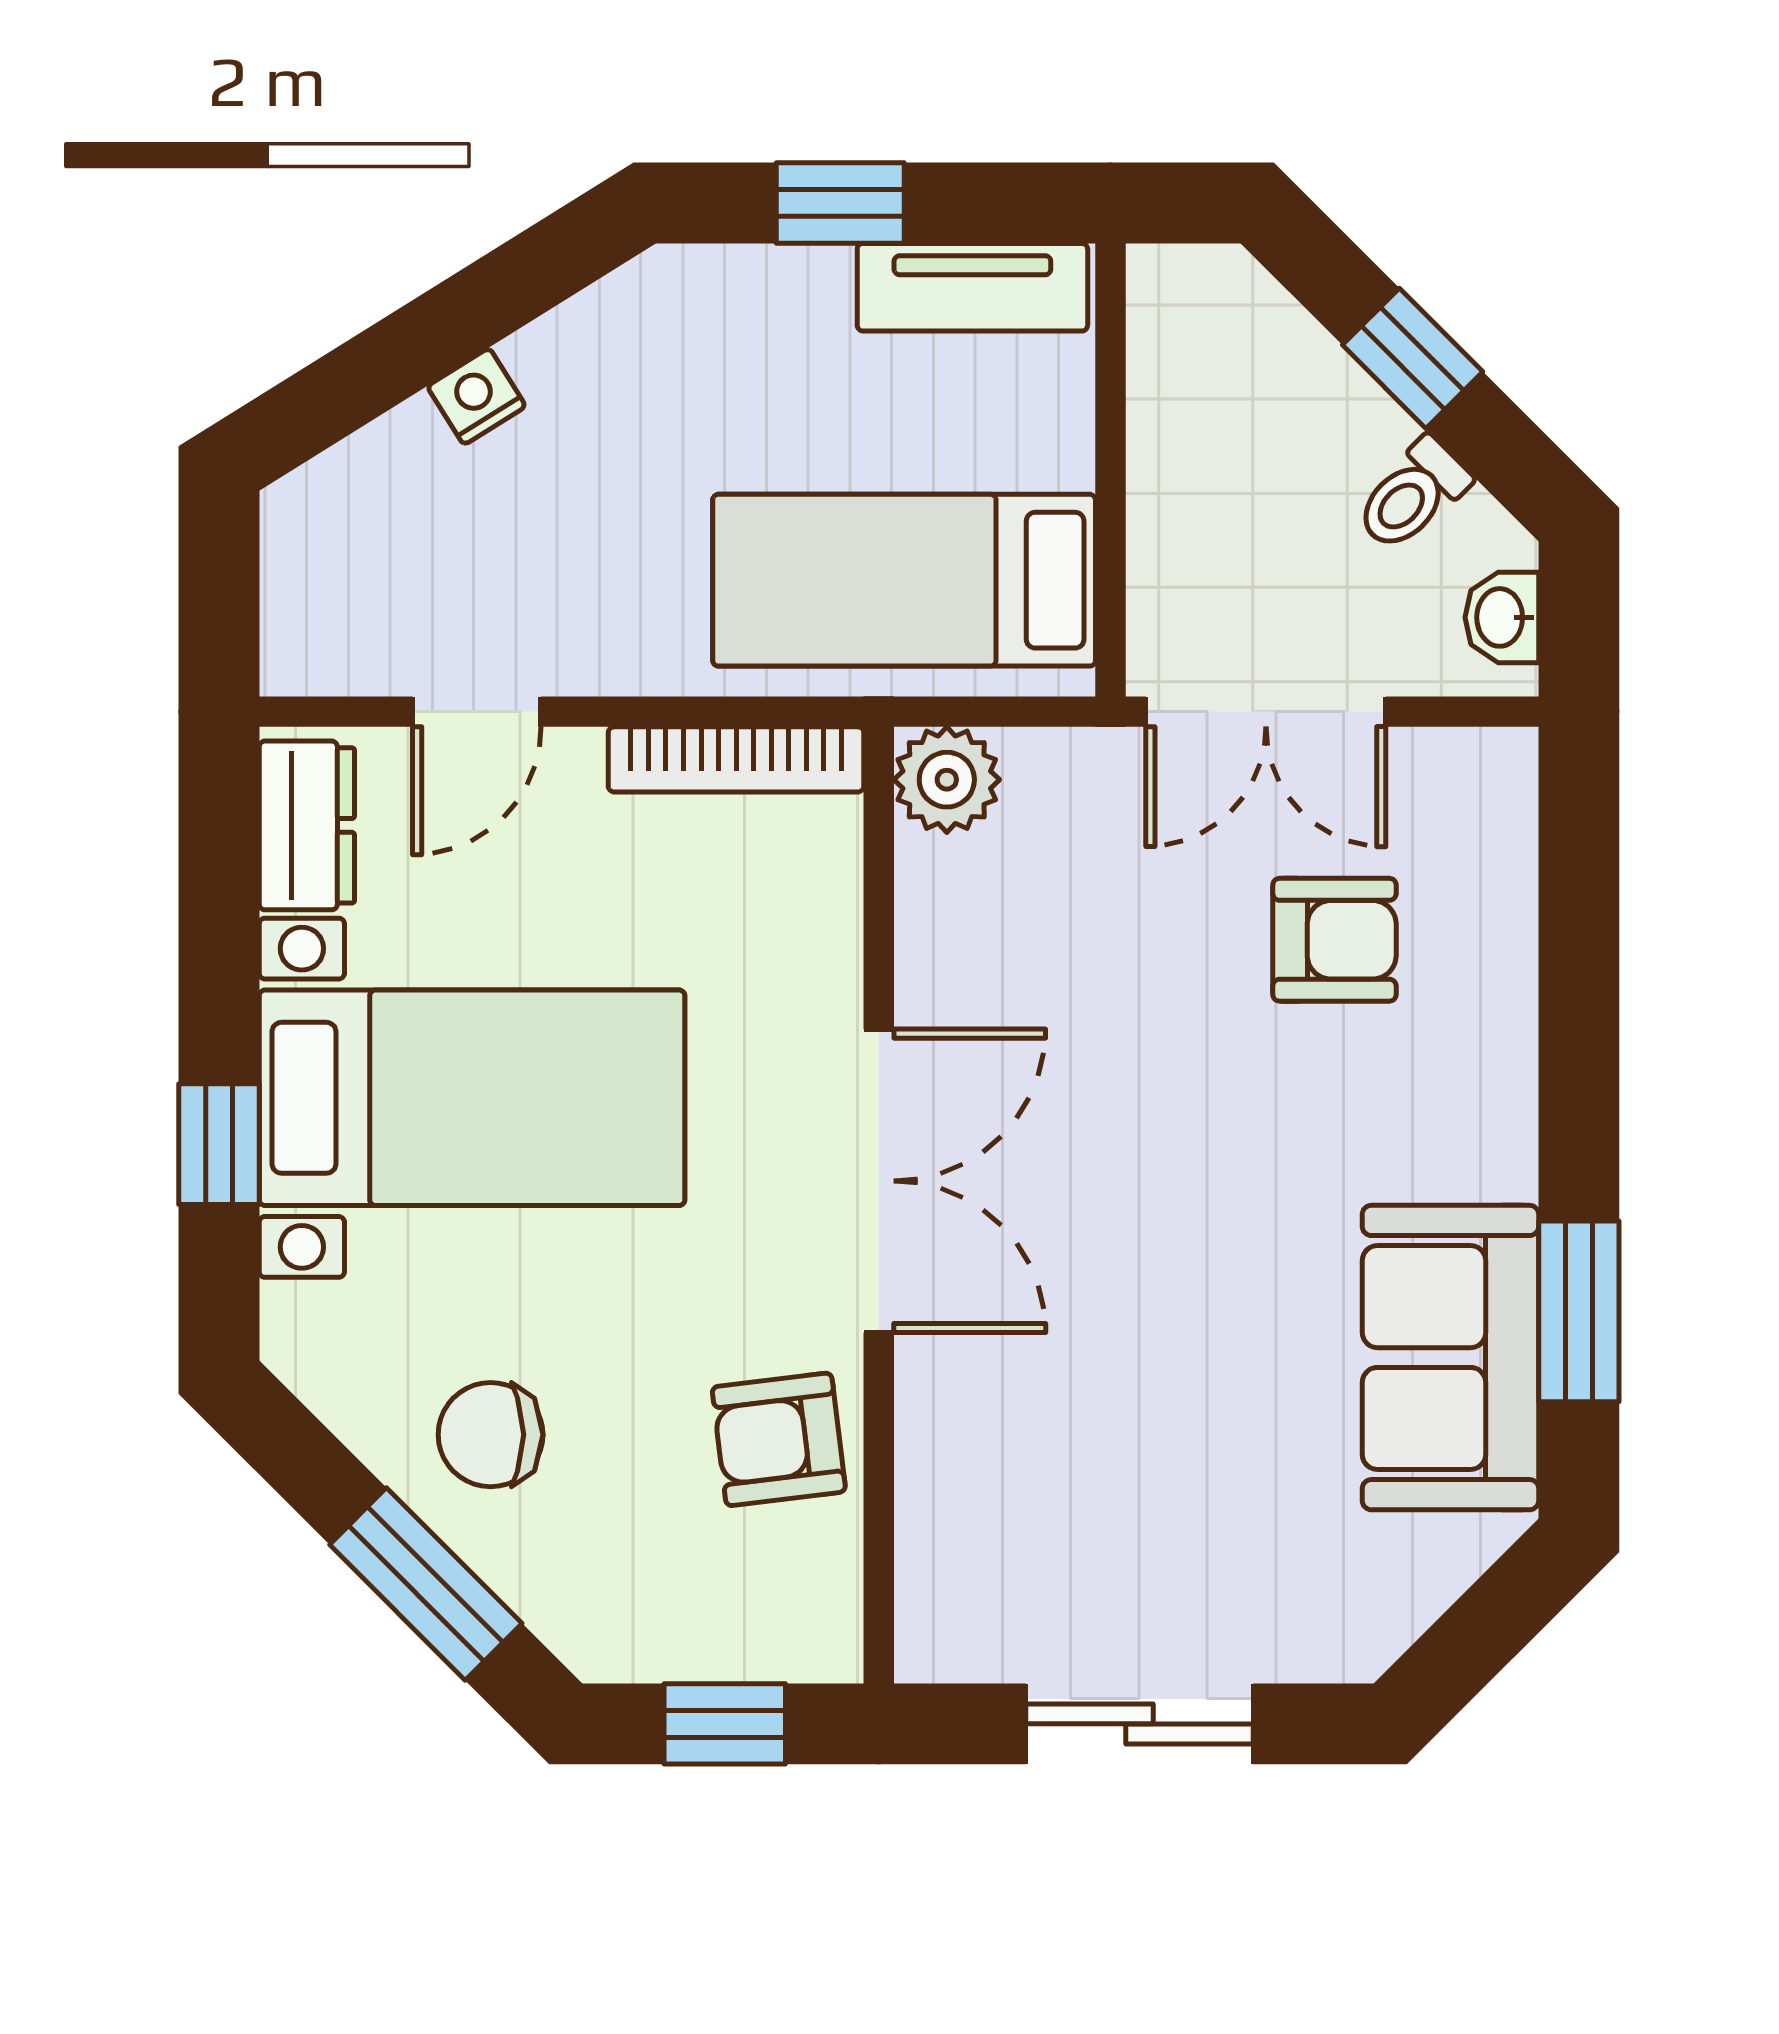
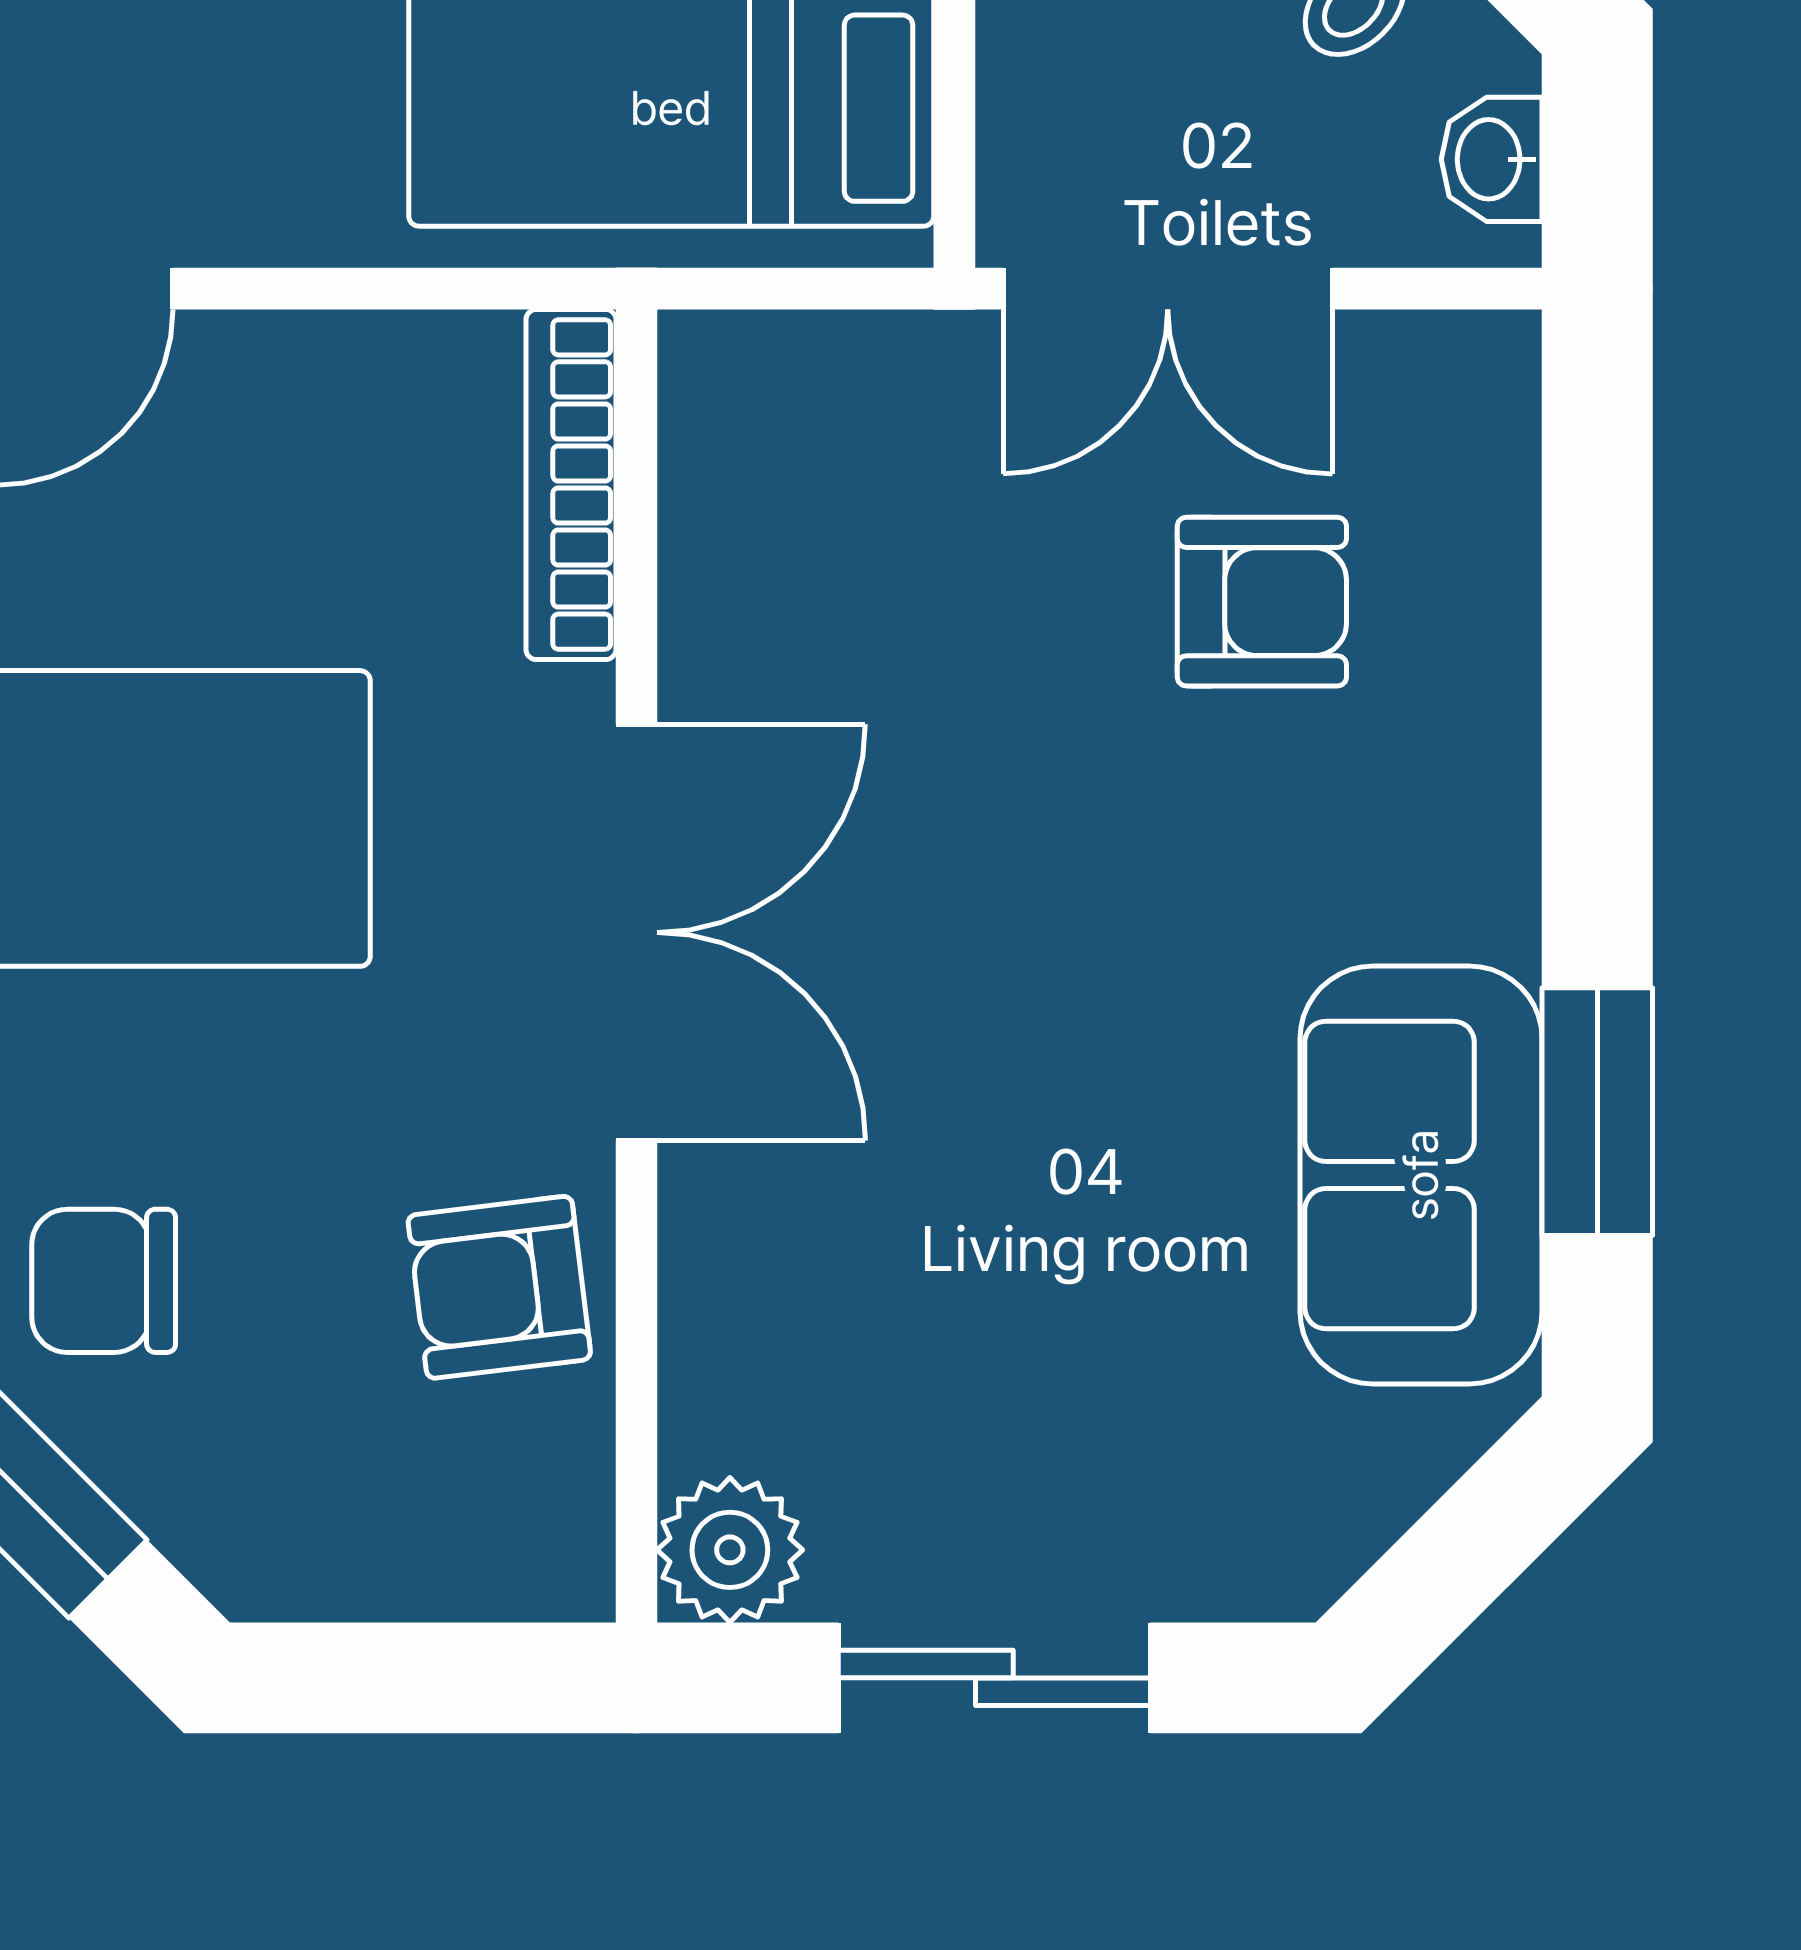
bookcase: (736, 759) -> (571, 484), moved, turned 90
plant: (947, 780) -> (730, 1550), moved
window: (725, 1724) -> (425, 1678), removed

